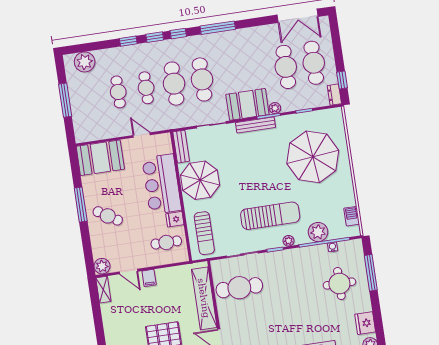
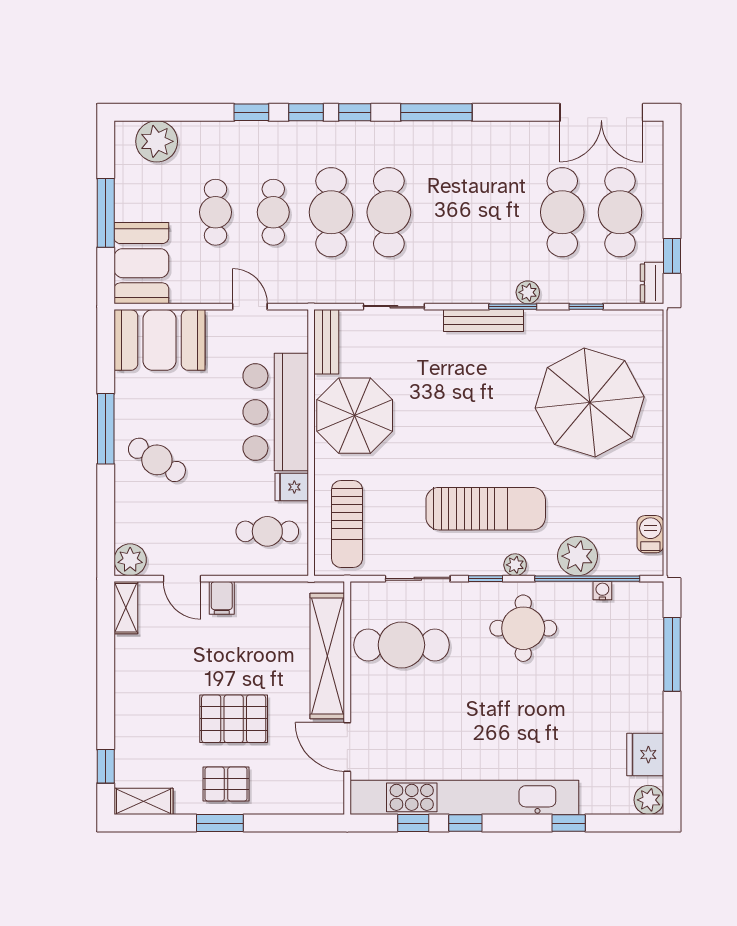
booth: (247, 104) -> (141, 263), moved, turned 90
round table: (339, 284) -> (523, 628), moved

